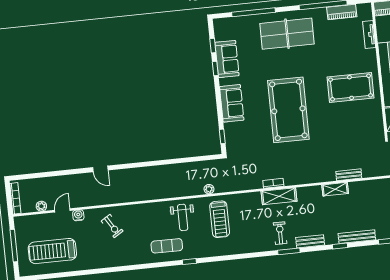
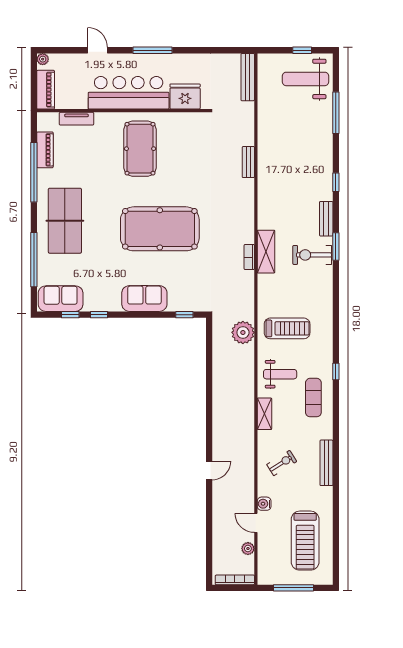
sofa: (227, 59) -> (61, 299), moved
plant: (209, 189) -> (243, 332), width x1.87, depth x1.87
shelving: (335, 189) -> (264, 414), moved
exercise bike: (280, 233) -> (312, 255), width x1.38, depth x1.39
bench: (357, 237) -> (326, 463), moved

